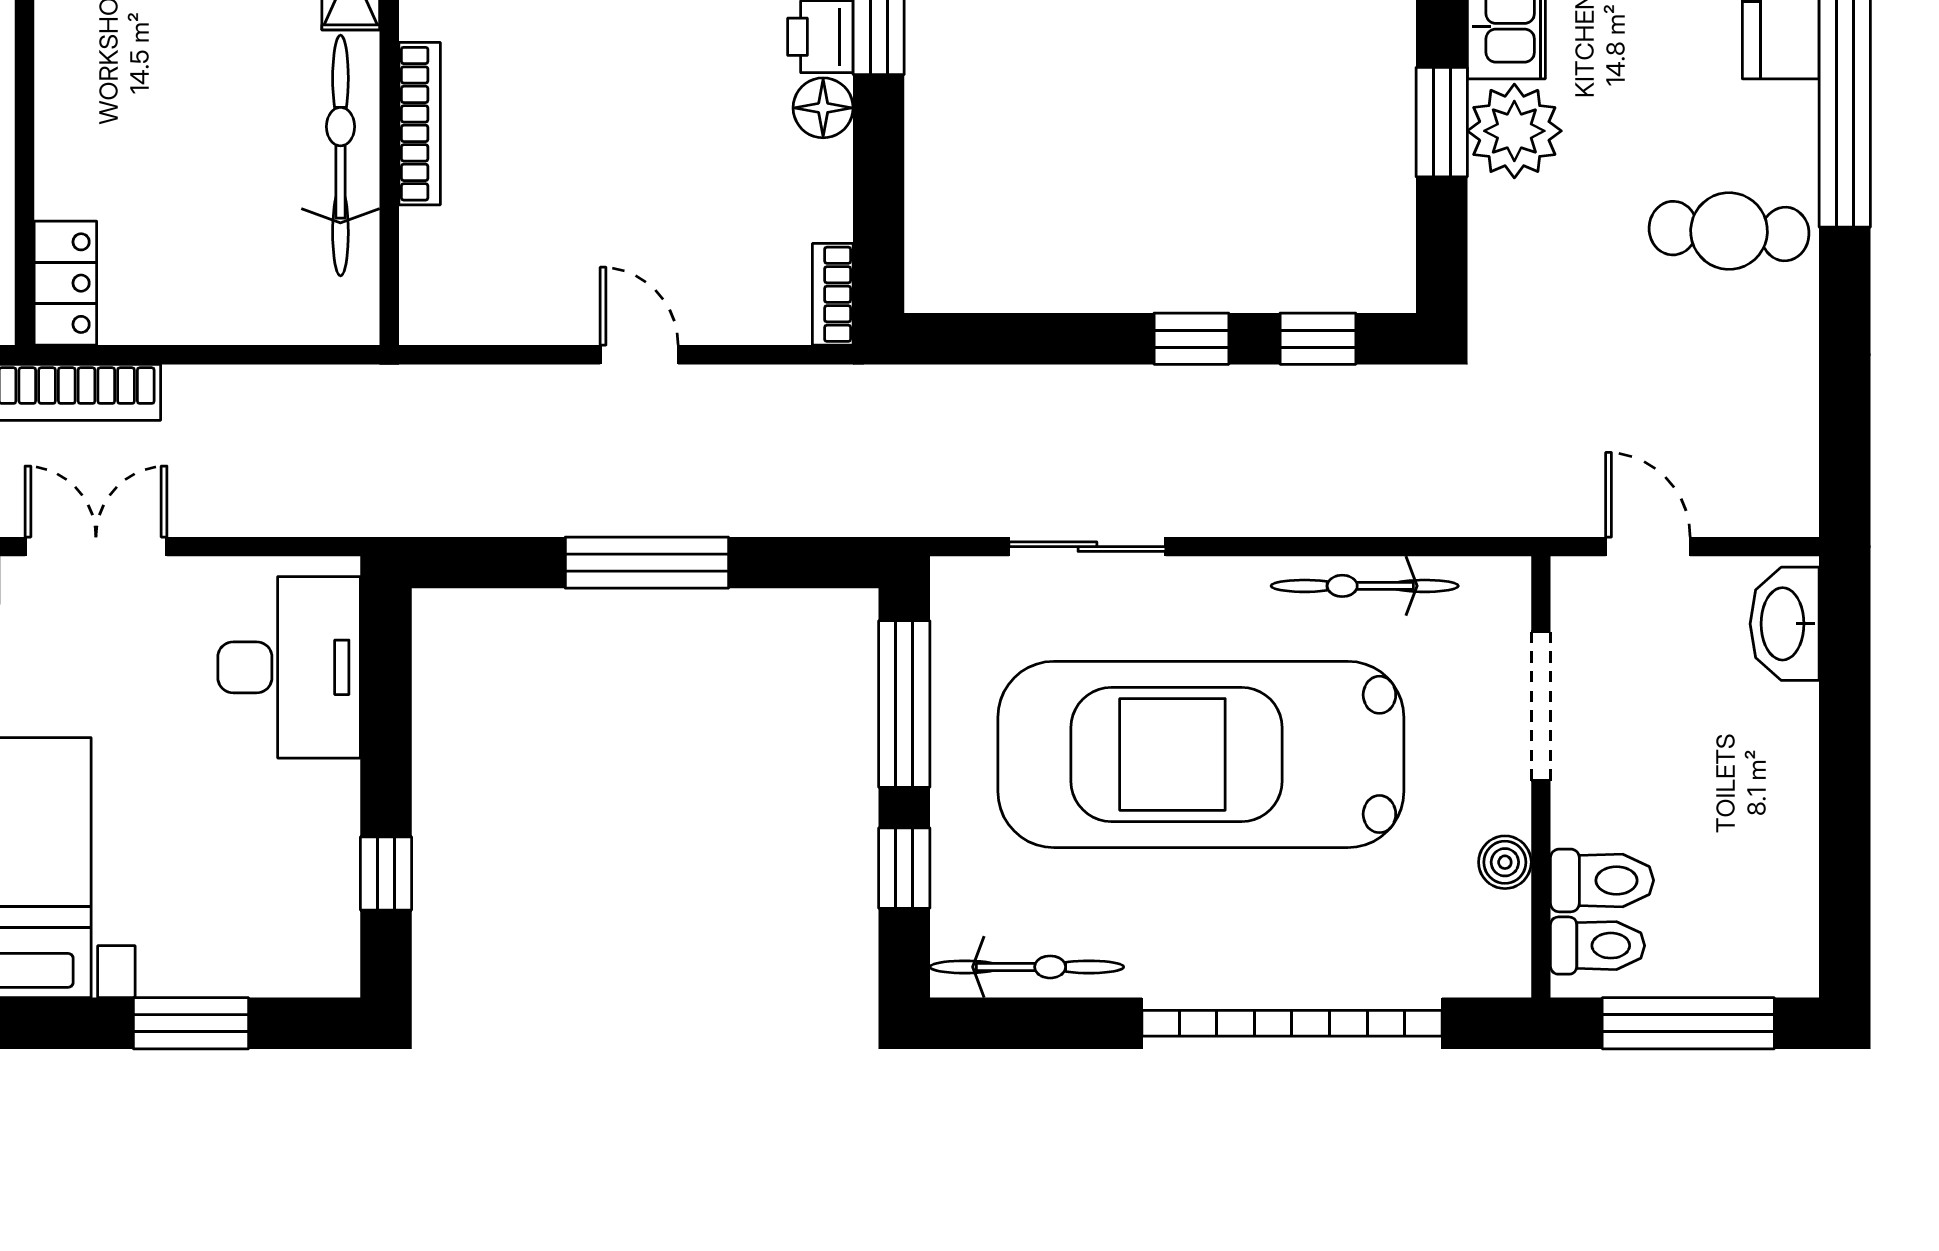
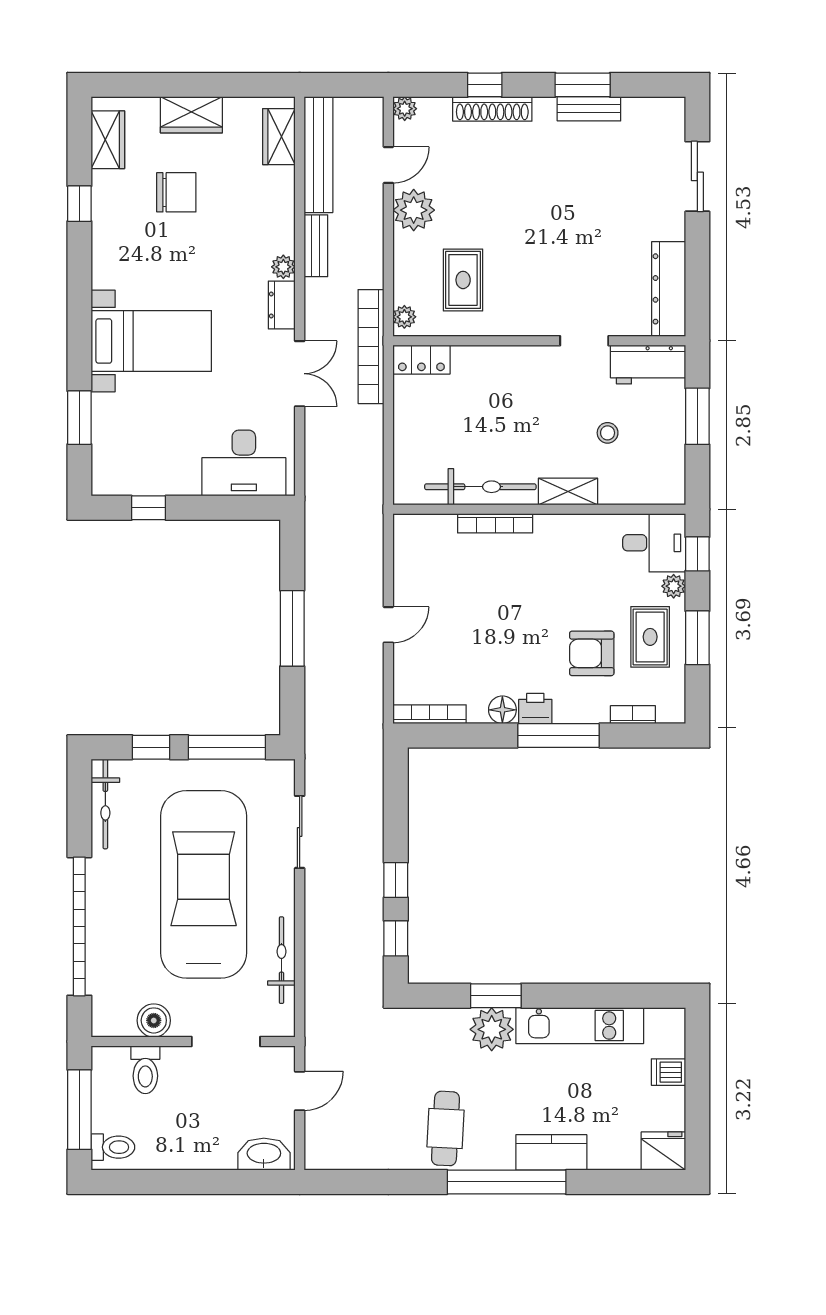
bookcase: (833, 294) -> (429, 714), width x1.56
boiler: (1505, 862) -> (154, 1020), width x1.36, depth x1.36
toilet: (1598, 946) -> (113, 1147), moved, turned -90

